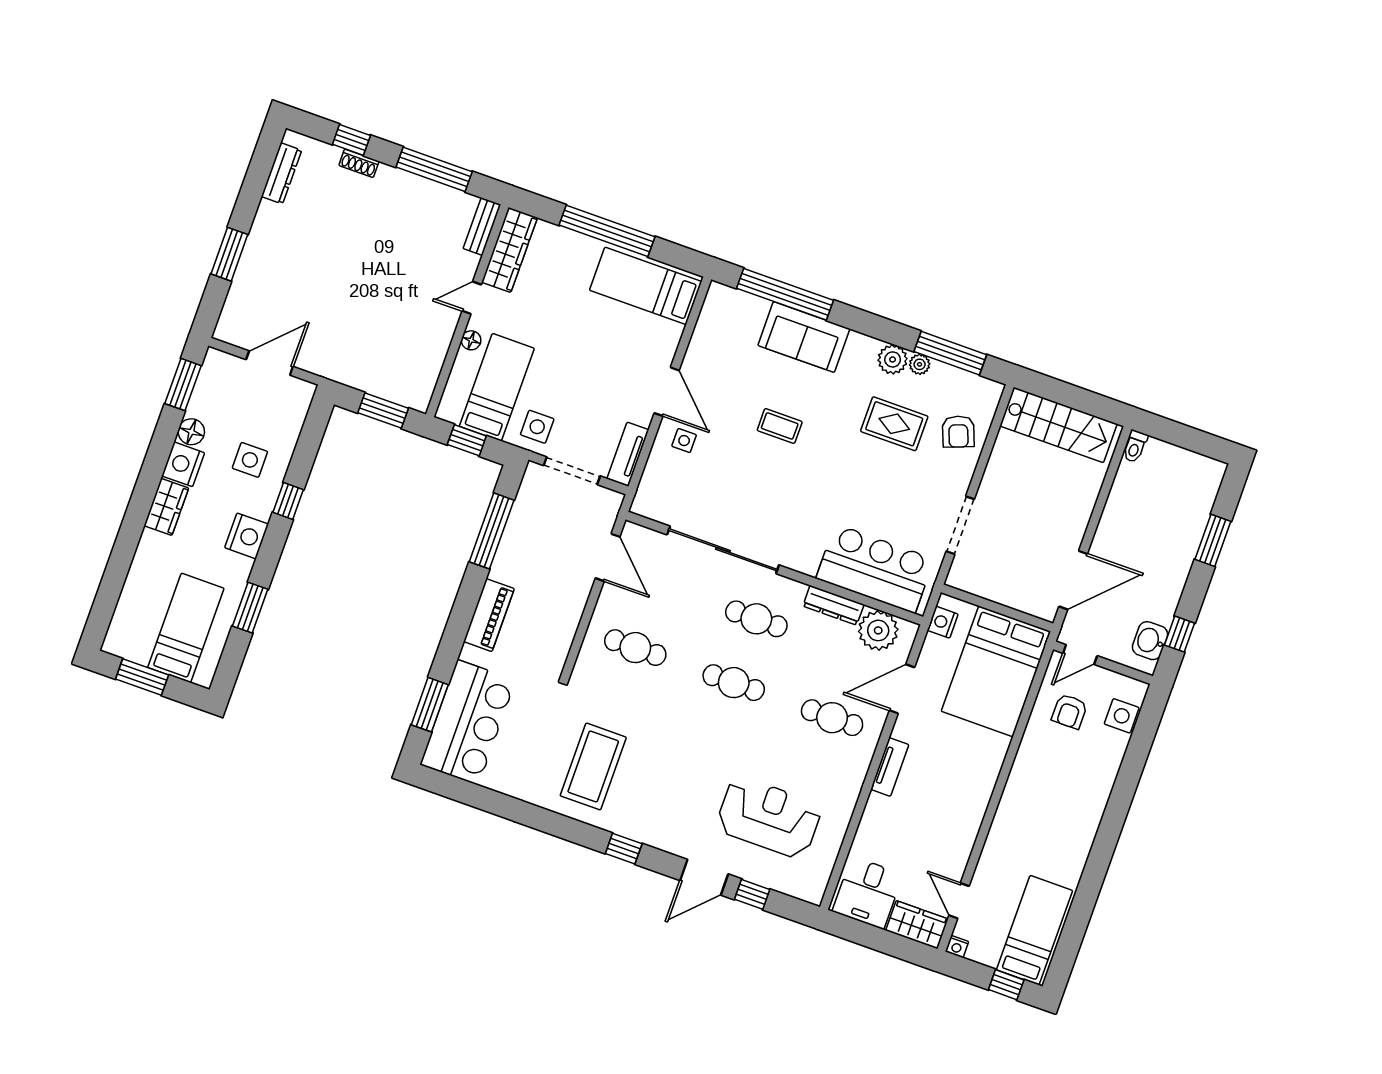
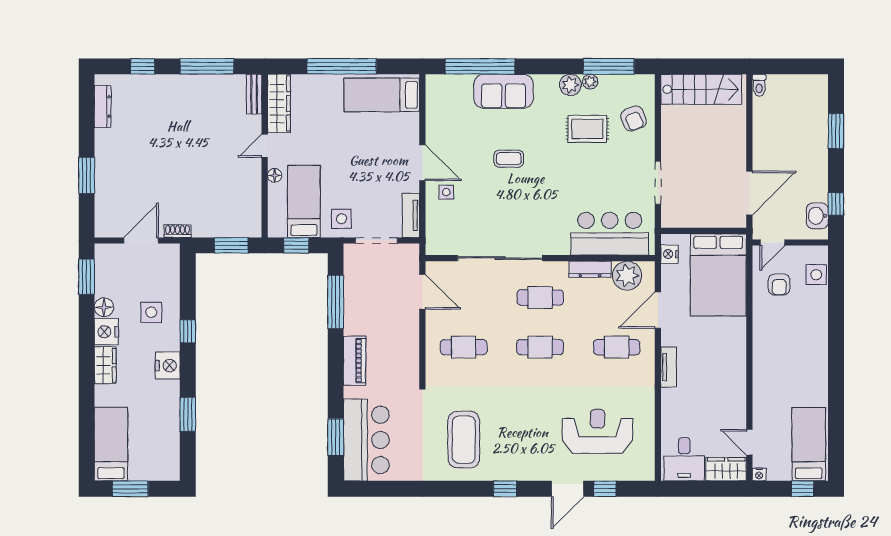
shoe rack: (359, 163) -> (178, 231), moved, turned 180
bed: (186, 628) -> (111, 444), moved

